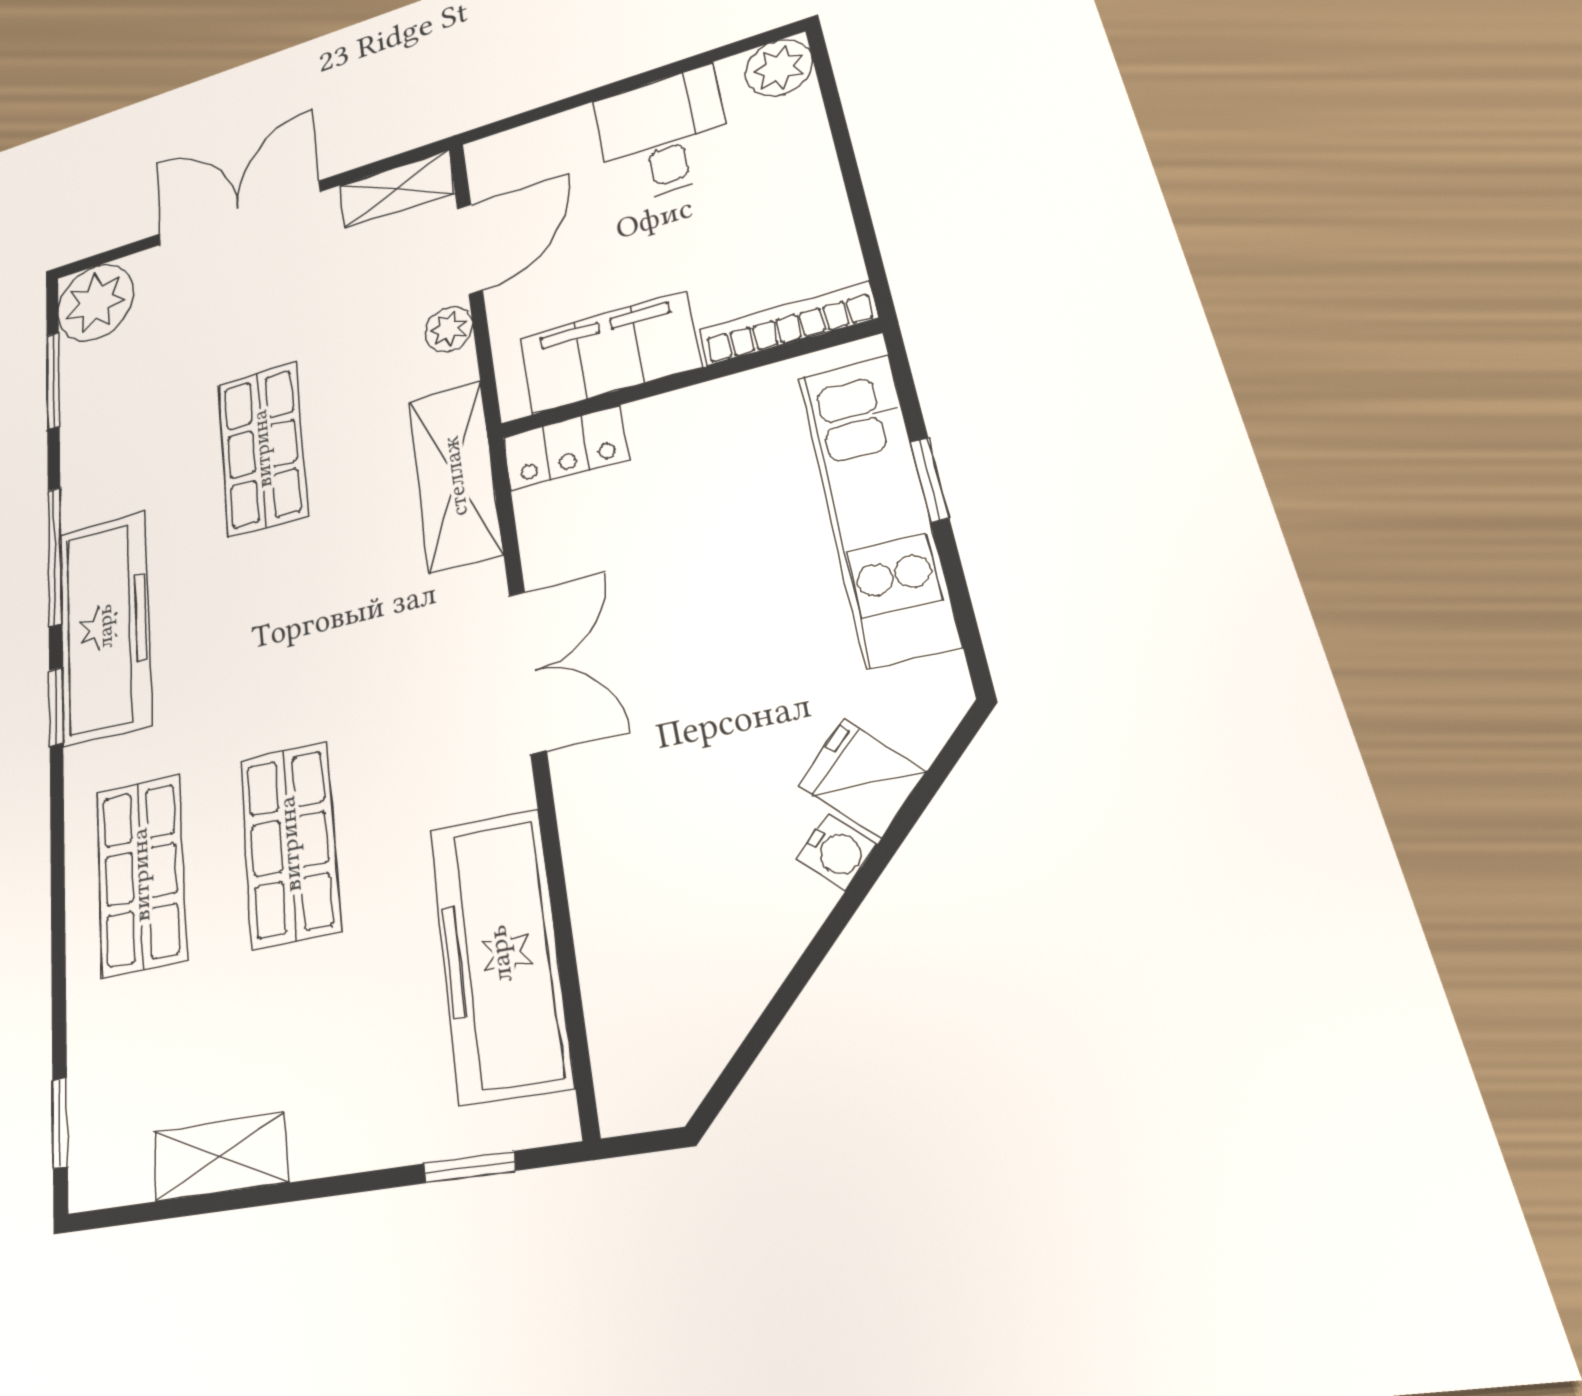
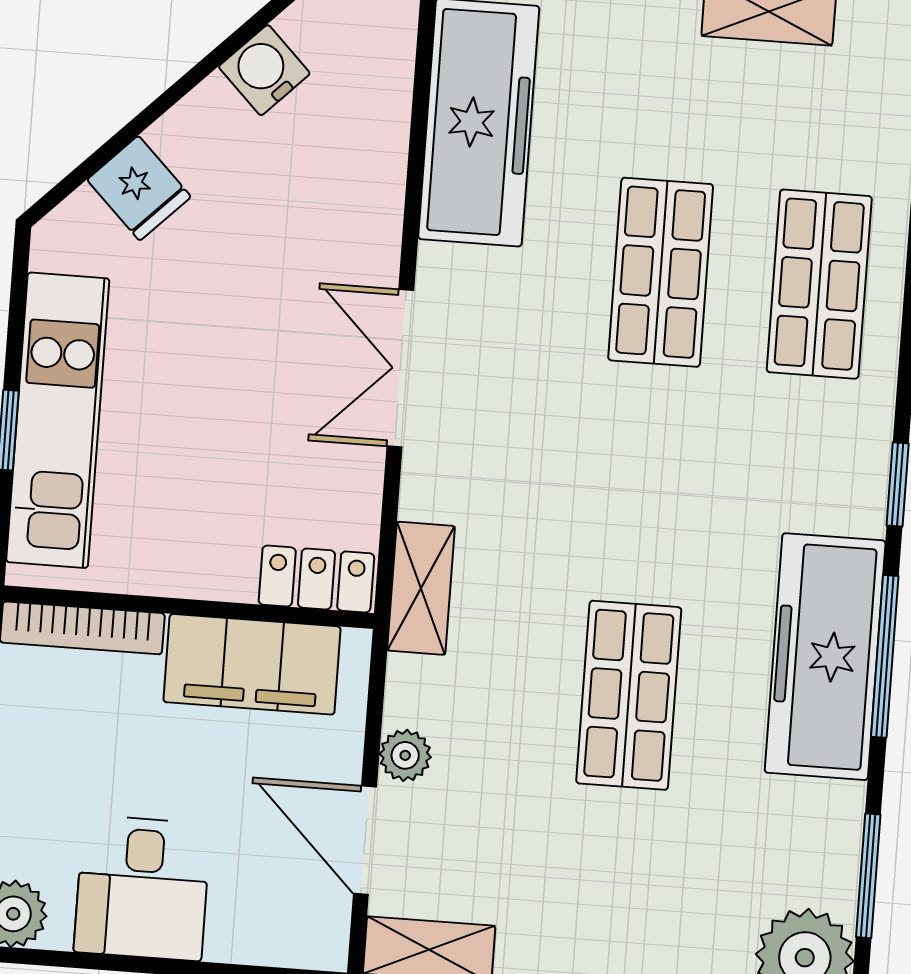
door: (470, 249) -> (365, 840), hinge flipped
shelving: (455, 476) -> (421, 588), width x0.67, depth x0.75
freezer: (105, 627) -> (825, 657), moved
water cooler: (837, 852) -> (264, 70), moved, width x1.38, depth x1.38

